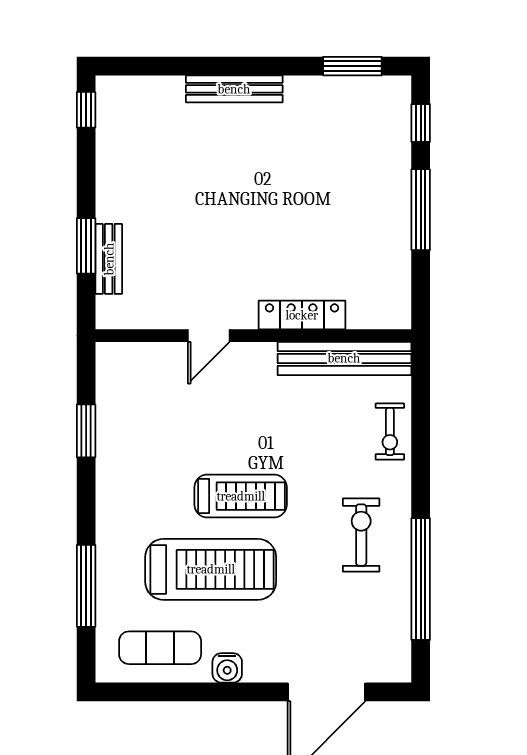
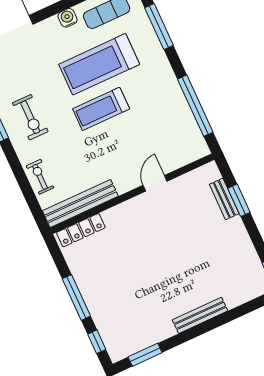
locker: (302, 315) -> (81, 230), moved
window: (86, 431) -> (195, 106), width x2.11

